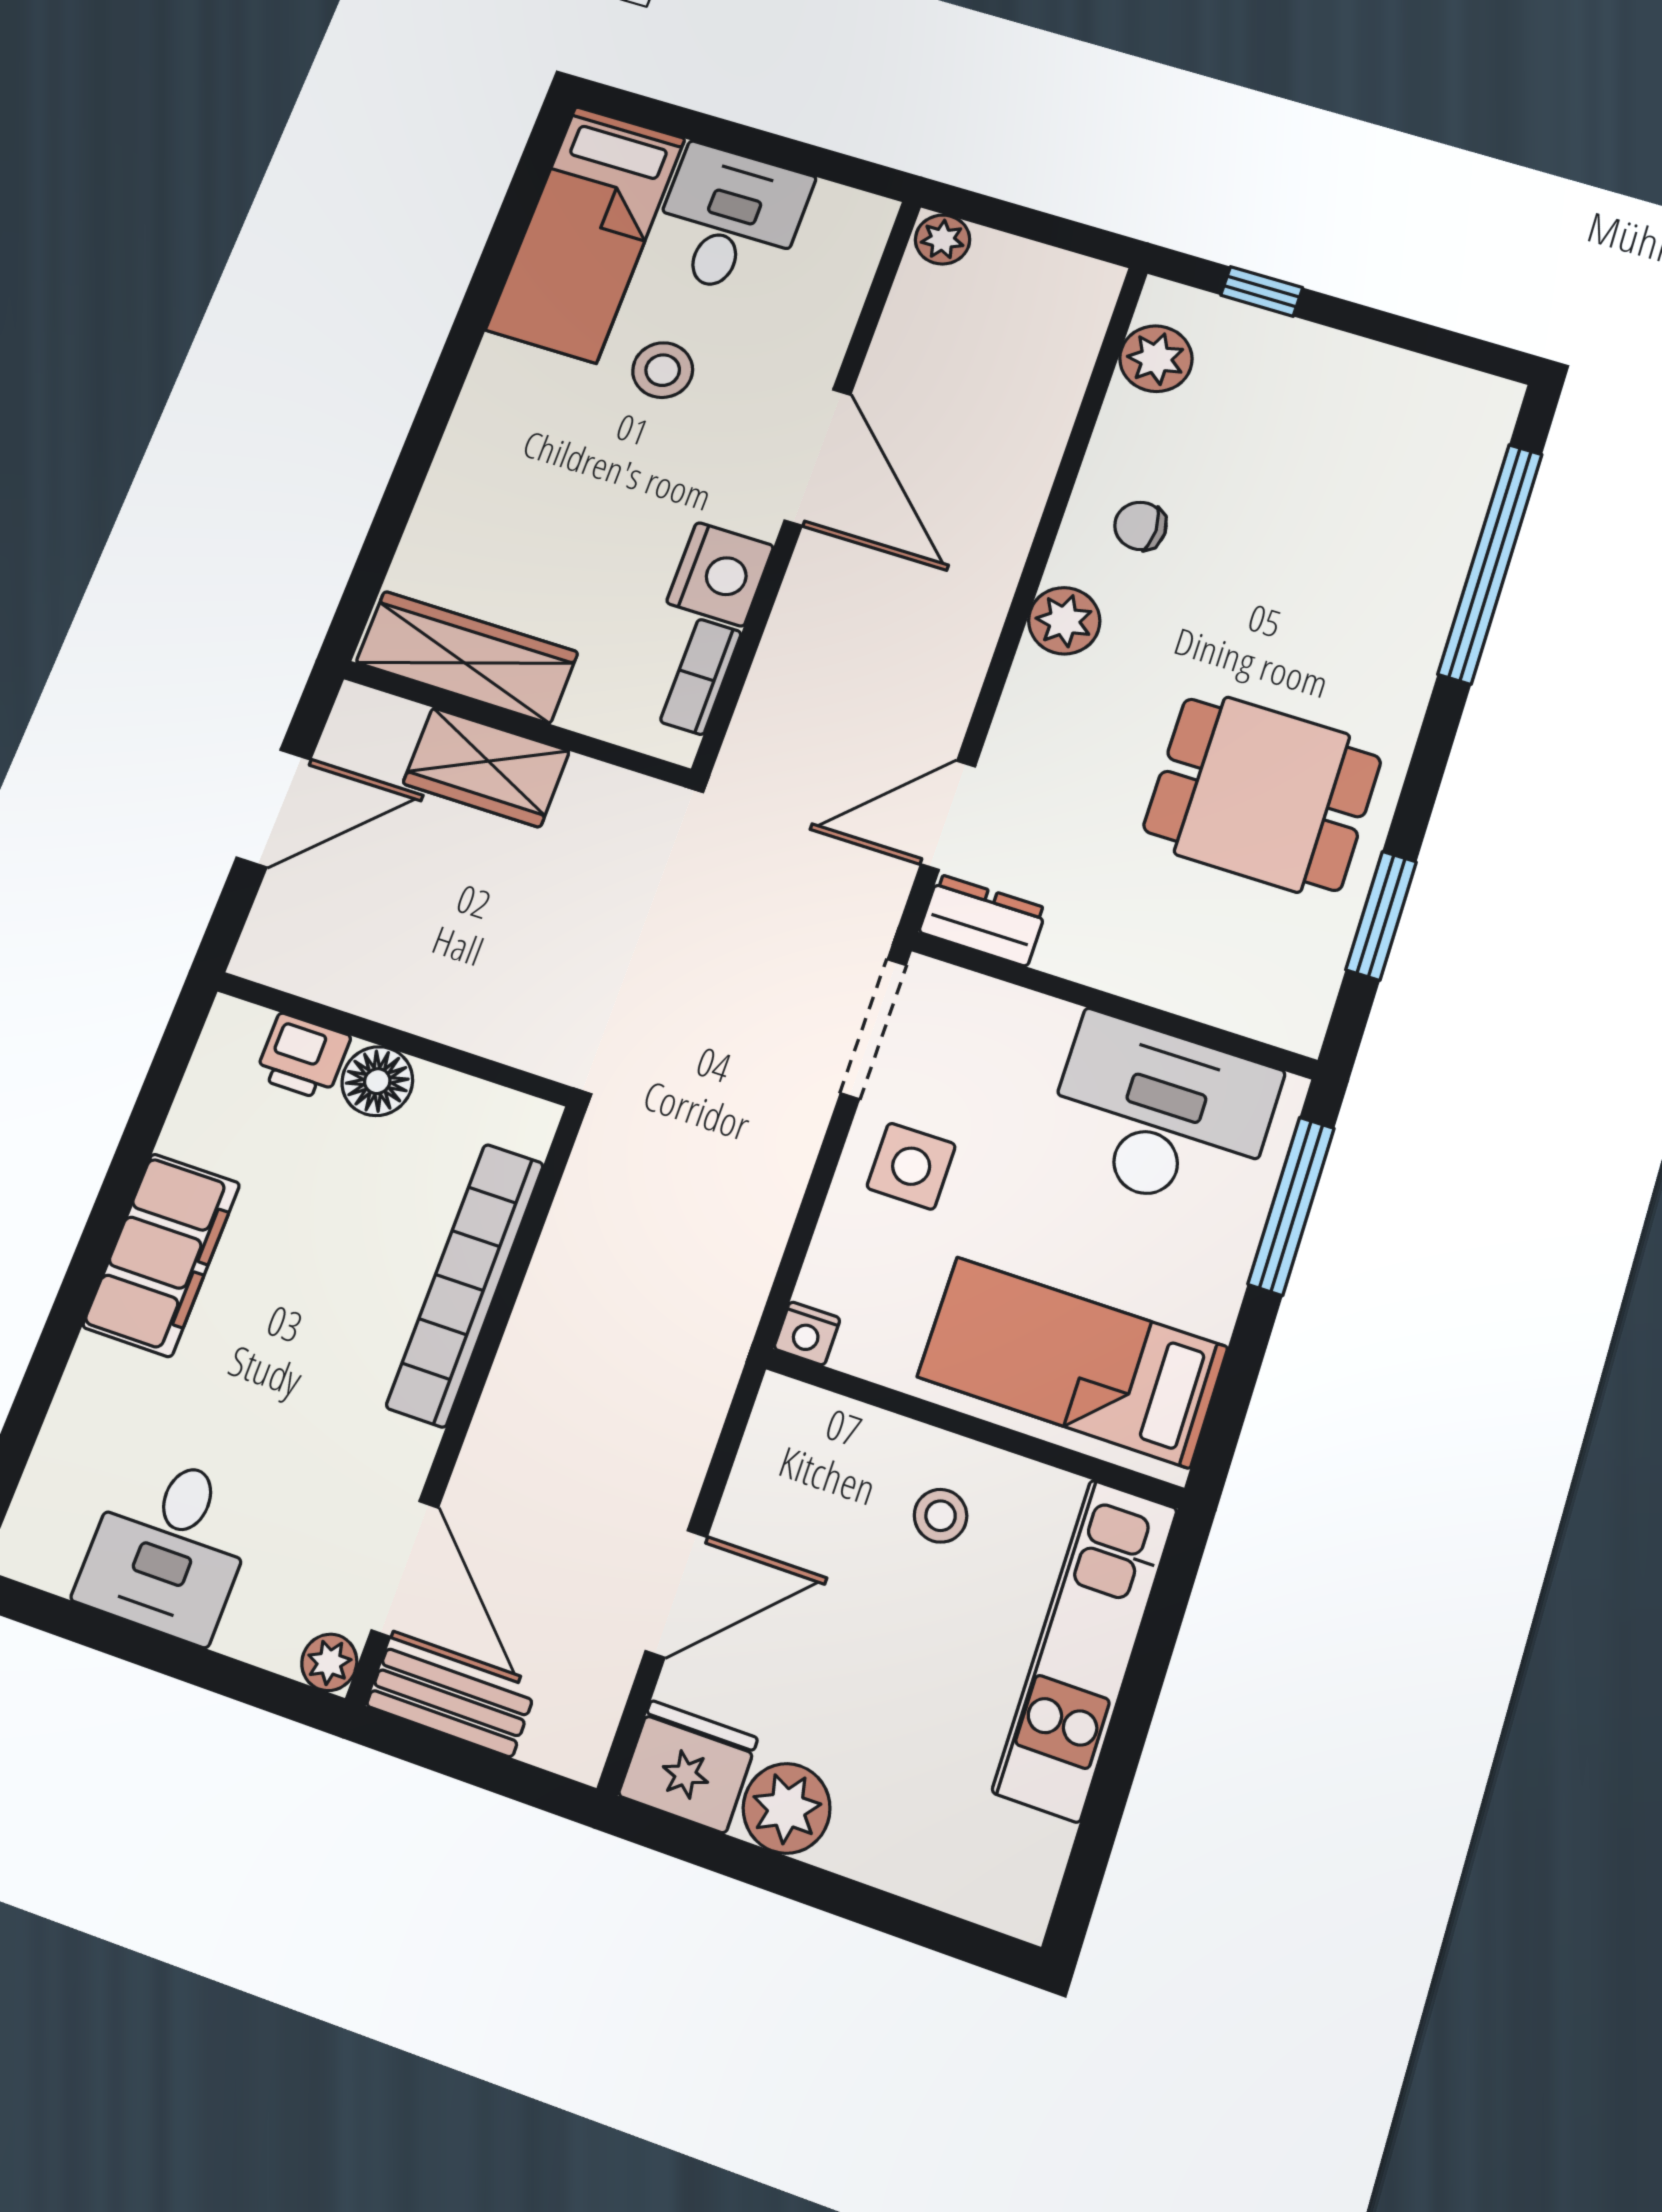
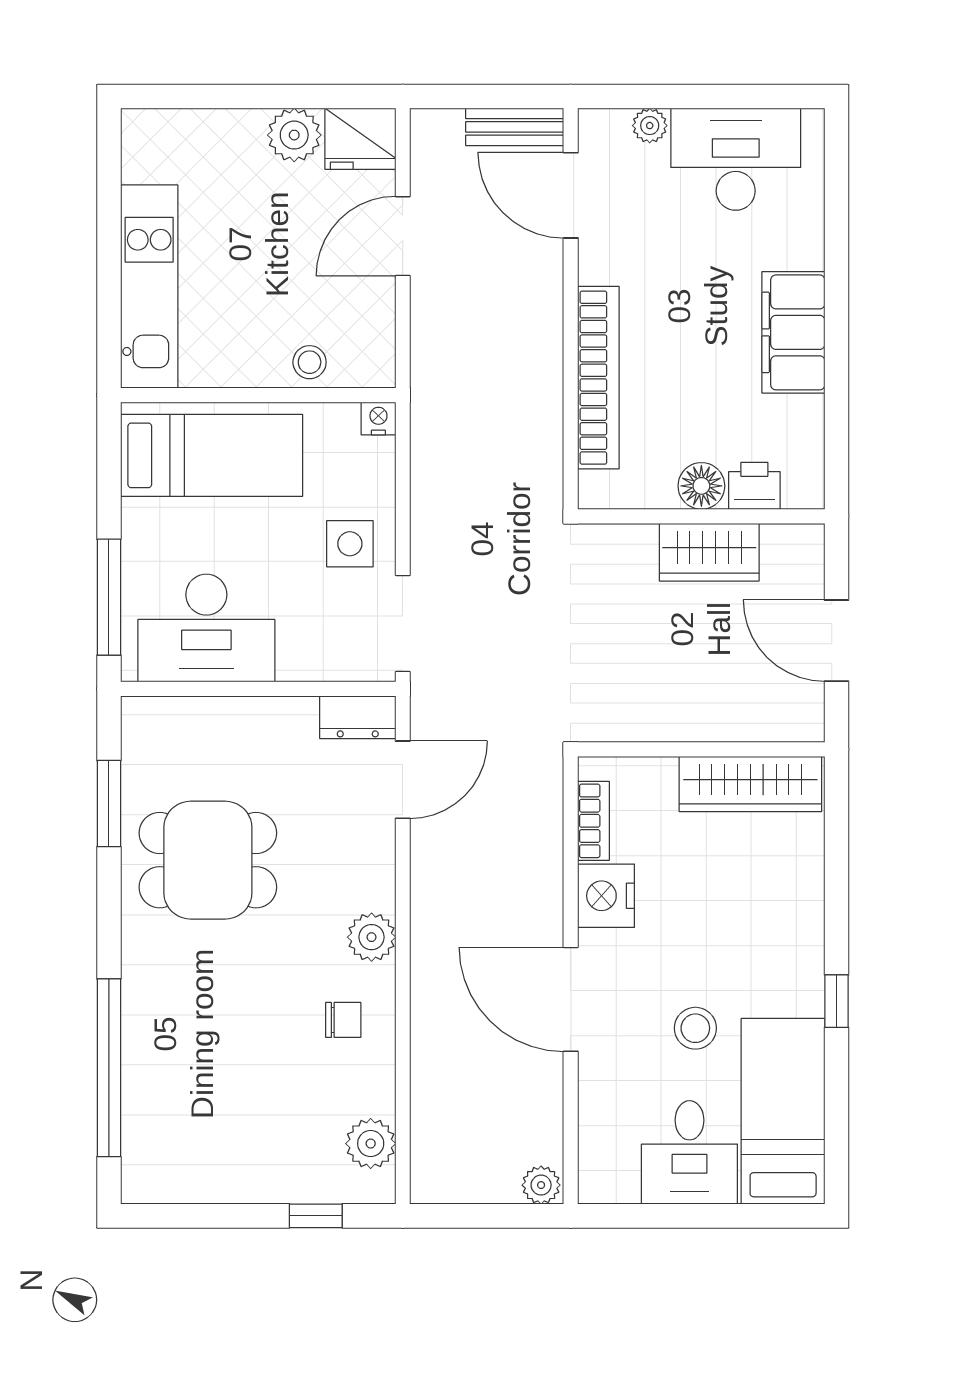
window: (461, 347) -> (836, 1001), added
wardrobe: (486, 767) -> (709, 552), moved, turned 180
door: (273, 808) -> (836, 641), hinge flipped
stool: (941, 1516) -> (310, 362), moved
desk: (169, 1547) -> (736, 159), width x1.37
plant: (329, 1662) -> (650, 126), moved

